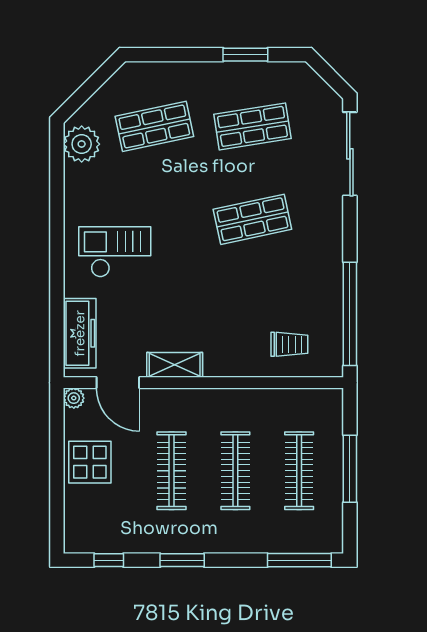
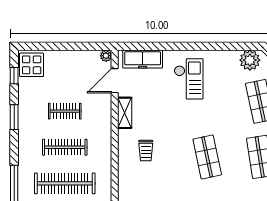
trolley: (289, 344) -> (146, 151), moved
display table: (90, 462) -> (32, 65), moved
clothes rail: (172, 471) -> (65, 111), width x0.73
clothes rail: (299, 471) -> (65, 183), width x1.37, depth x1.31

